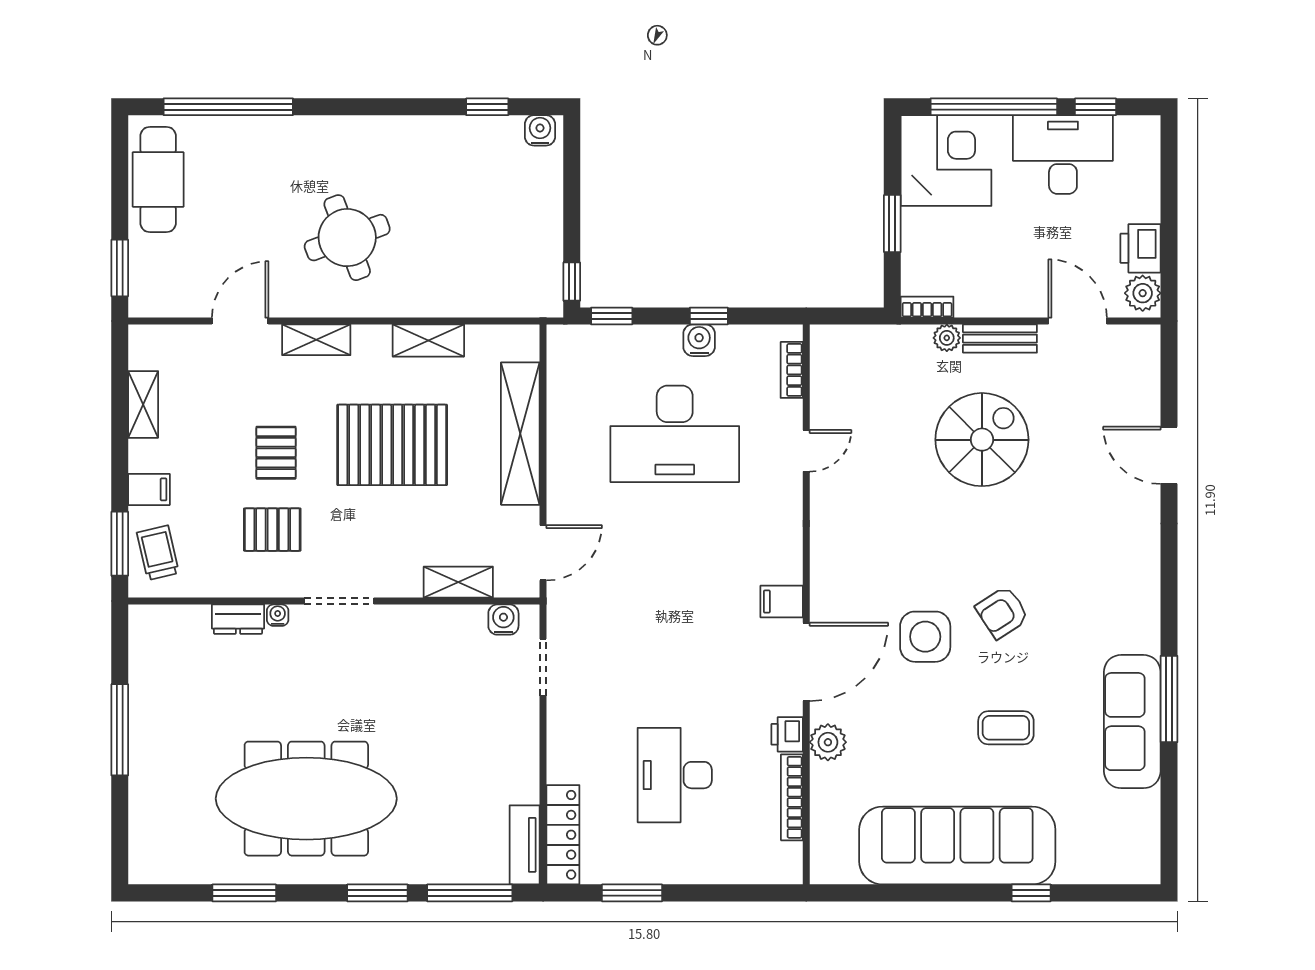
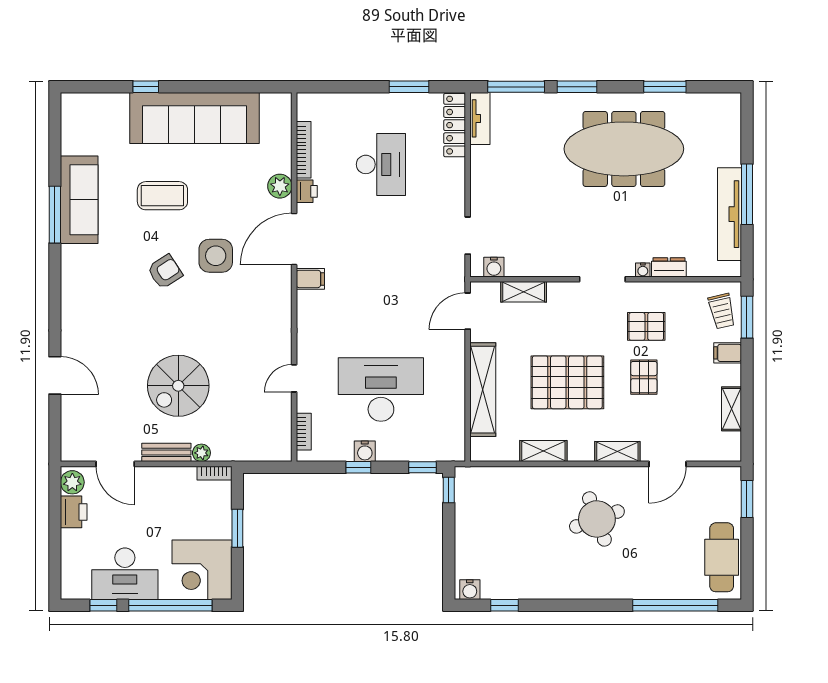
tv unit: (146, 700) -> (730, 214), added
coffee table: (1006, 728) -> (162, 196), width x1.36, depth x1.30

